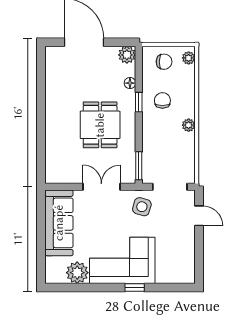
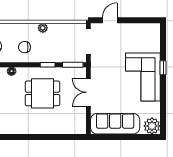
window: (139, 102) -> (48, 65), moved
side table: (142, 207) -> (103, 62), removed
plant: (77, 273) -> (152, 126), moved

